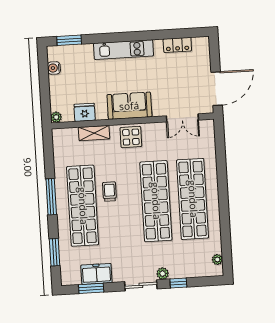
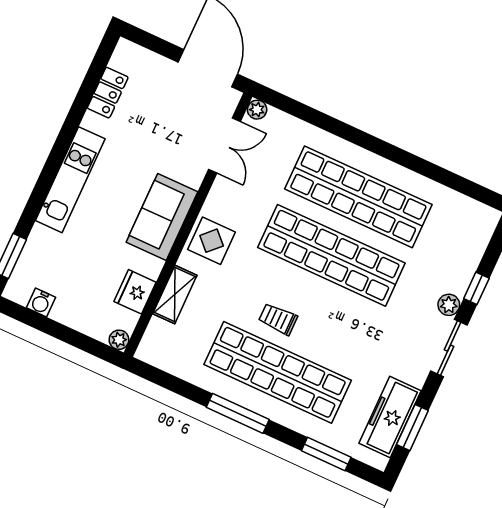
plant: (217, 259) -> (257, 110), moved
freezer: (96, 274) -> (390, 417), width x1.40

